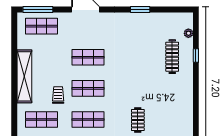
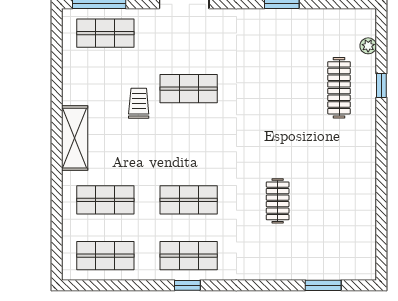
shelving: (24, 76) -> (75, 138), width x0.68
shop shelf: (88, 88) -> (189, 144), removed
trolley: (58, 95) -> (139, 103), moved

